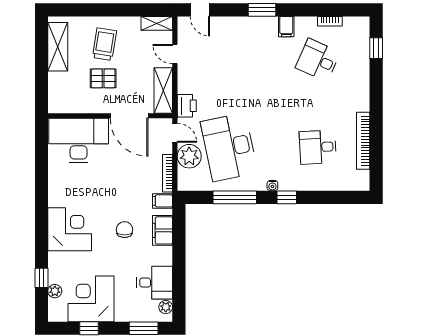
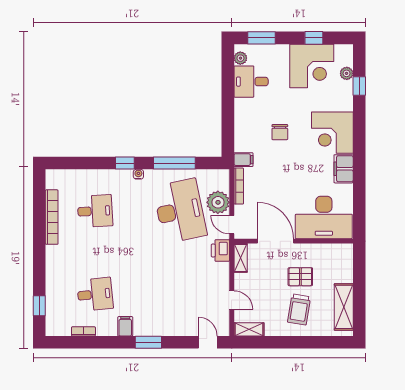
desk: (318, 60) -> (95, 294), turned -30
shelving: (163, 90) -> (241, 258), width x0.67, depth x0.75
filing cabinet: (163, 230) -> (344, 169), moved, turned 180

